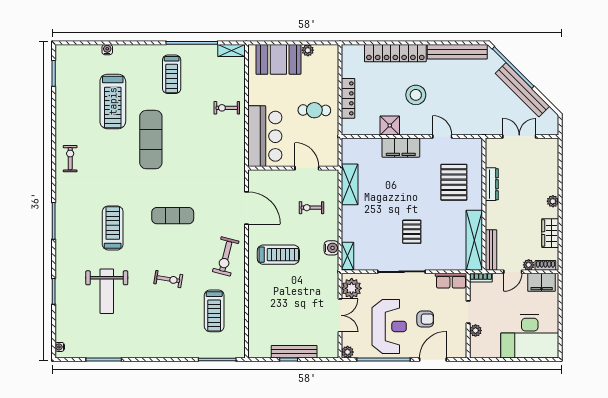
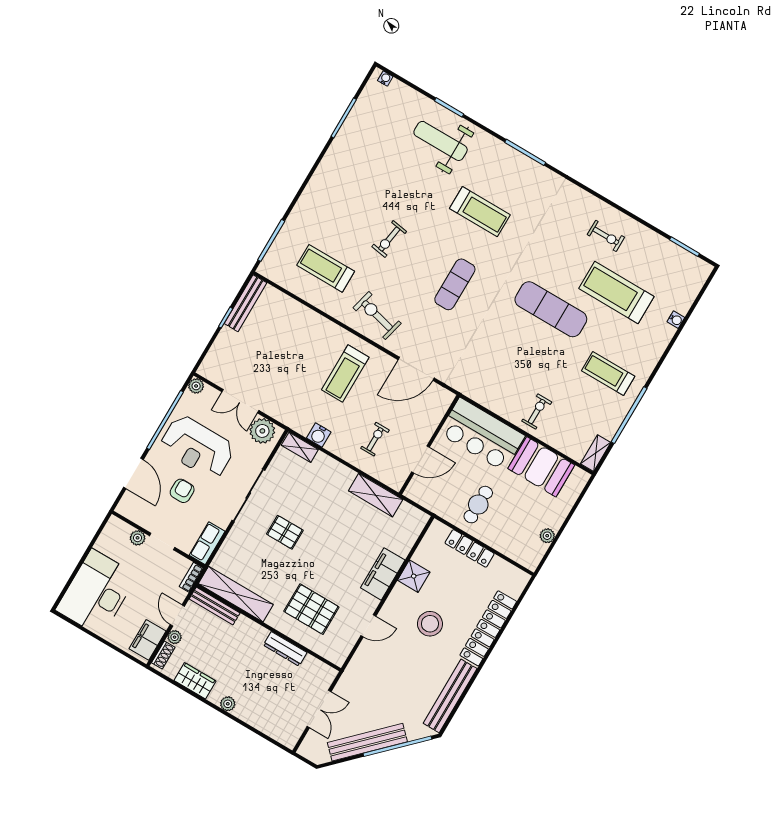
booth: (278, 59) -> (541, 467), moved, turned 90
exercise bike: (70, 159) -> (606, 236), moved
weight bench: (107, 291) -> (441, 141), moved
armchair: (425, 319) -> (182, 491), turned 180
bench: (294, 352) -> (245, 303), moved

